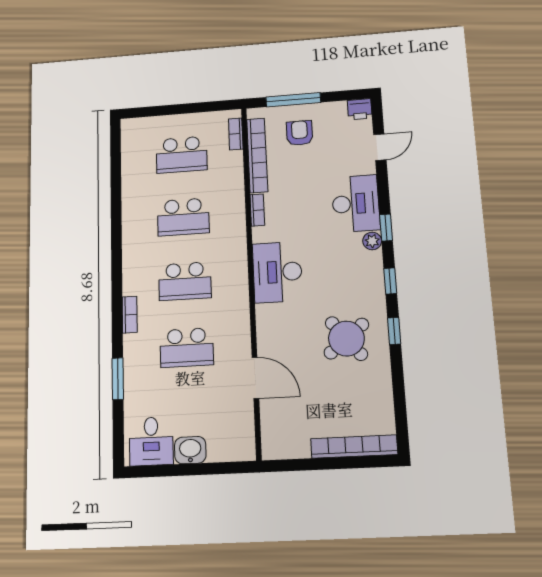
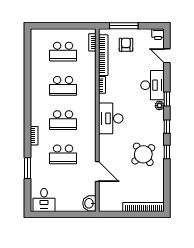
door: (380, 147) -> (167, 56), swing flipped
washbasin: (190, 450) -> (89, 203), moved, turned -90

